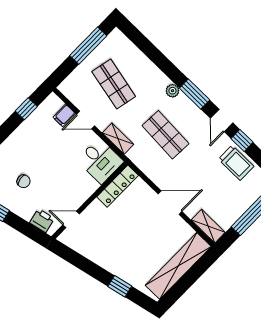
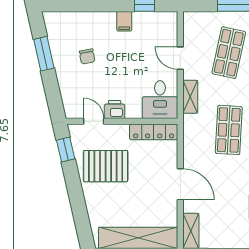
filing cabinet: (64, 115) -> (124, 21), moved, turned -90
printer: (42, 221) -> (115, 110), moved, turned -77
pallet: (109, 241) -> (106, 166), added
window: (120, 286) -> (66, 149), moved

